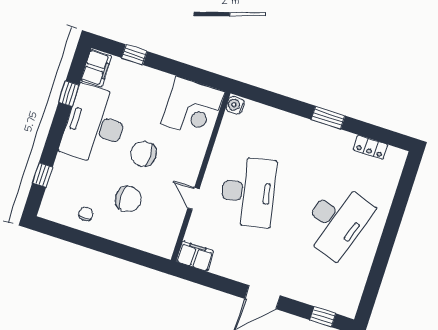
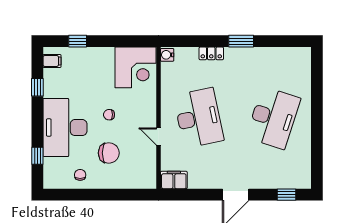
filing cabinet: (96, 68) -> (52, 61), width x0.50
desk: (95, 125) -> (65, 128), moved
locker: (370, 147) -> (211, 53), moved
chair: (143, 154) -> (109, 115), width x0.54, depth x0.54

